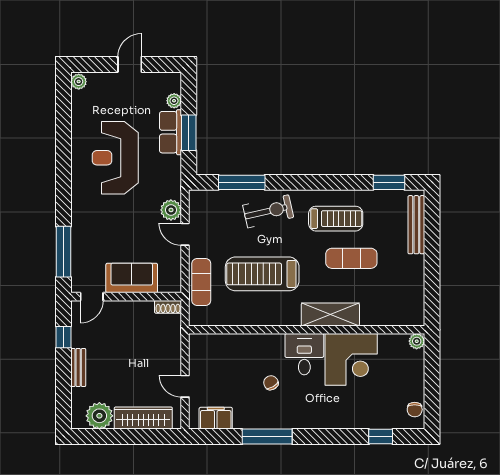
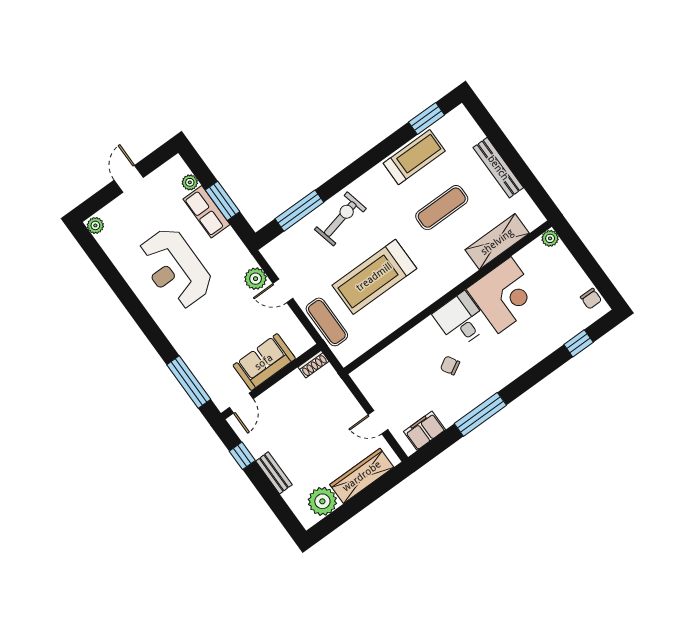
treadmill: (336, 219) -> (414, 157), moved
bench: (416, 225) -> (498, 168), moved
shelving: (330, 314) -> (497, 242), moved

